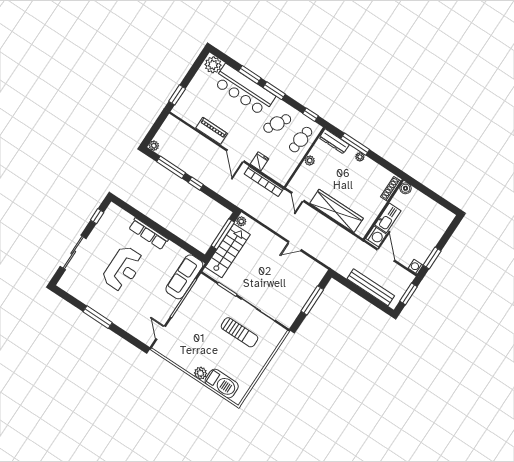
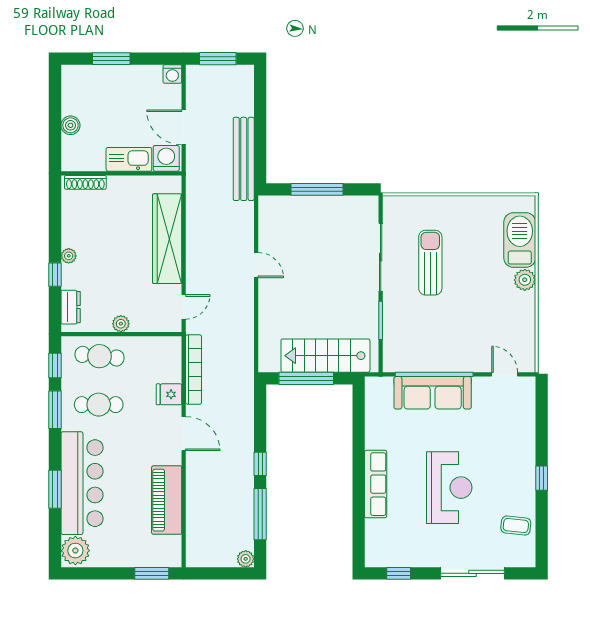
window: (274, 91) -> (55, 410), moved
cafe table: (277, 123) -> (99, 405), turned -31
piano: (212, 131) -> (167, 500), width x1.37, depth x1.33
dresser: (334, 141) -> (71, 307), width x0.70
window: (355, 144) -> (55, 275), width x0.46
door: (235, 156) -> (184, 434), hinge flipped
boiler: (406, 188) -> (70, 125), moved
plant: (241, 221) -> (271, 364), removed
door: (386, 255) -> (184, 127), hinge flipped
window: (432, 258) -> (111, 59), moved
reception desk: (123, 269) -> (449, 488), turned 90
sofa: (184, 277) -> (433, 393), moved
bench: (371, 287) -> (244, 159), moved
coffee table: (83, 289) -> (516, 526), added
window: (98, 317) -> (542, 478), width x0.46
door: (161, 333) -> (505, 374), swing flipped

